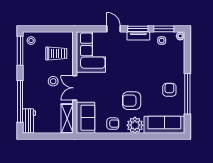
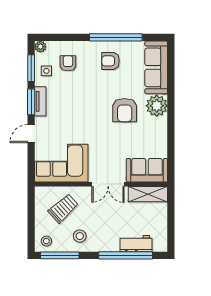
trolley: (56, 54) -> (63, 208), turned 48
stool: (53, 81) -> (80, 236), moved
workbench: (29, 121) -> (136, 244), moved
armchair: (113, 124) -> (68, 63), moved

